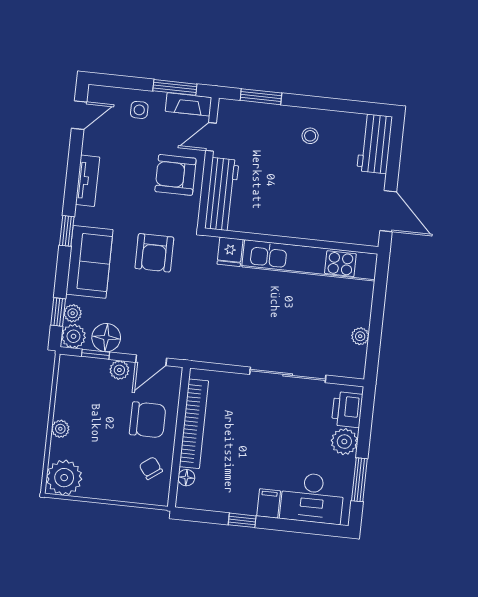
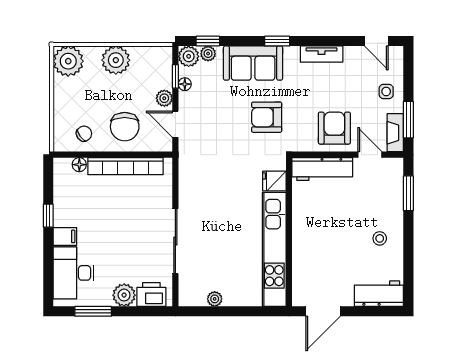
floor lamp: (106, 338) -> (185, 84), width x0.53, depth x0.53
plant: (60, 429) -> (116, 60), width x1.88, depth x1.88

